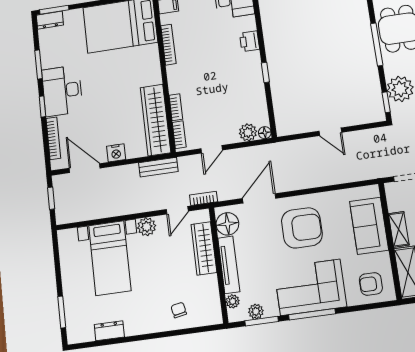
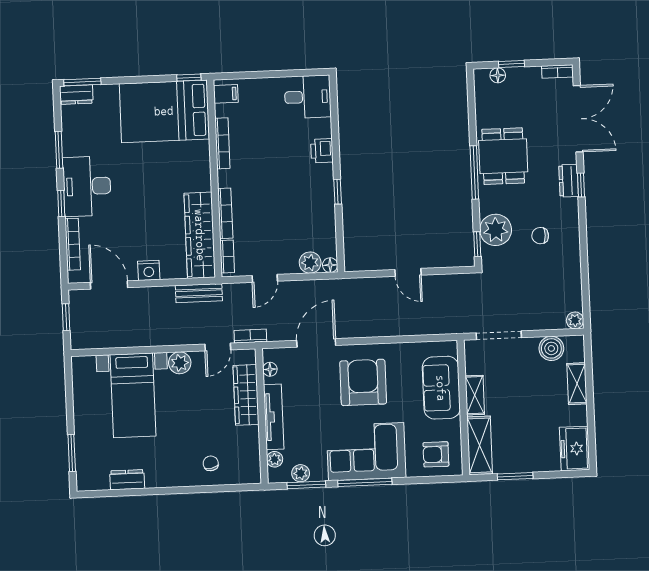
bookcase: (176, 107) -> (225, 213), width x1.56
floor lamp: (227, 224) -> (270, 369), width x0.53, depth x0.53
armchair: (302, 228) -> (363, 382), turned -90

